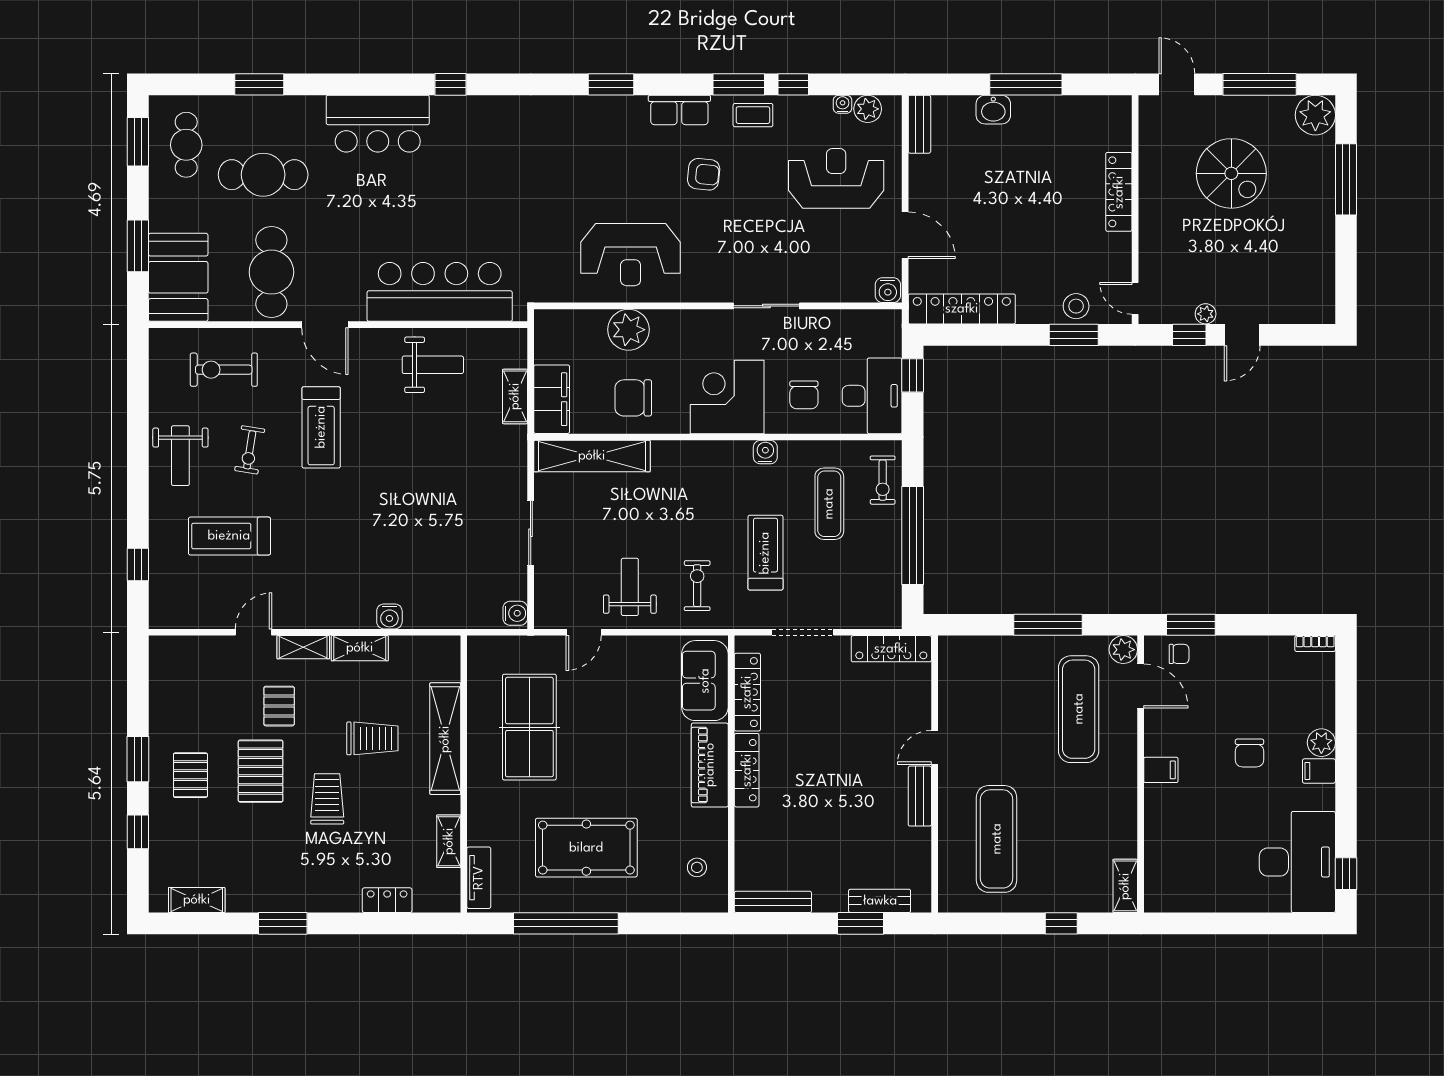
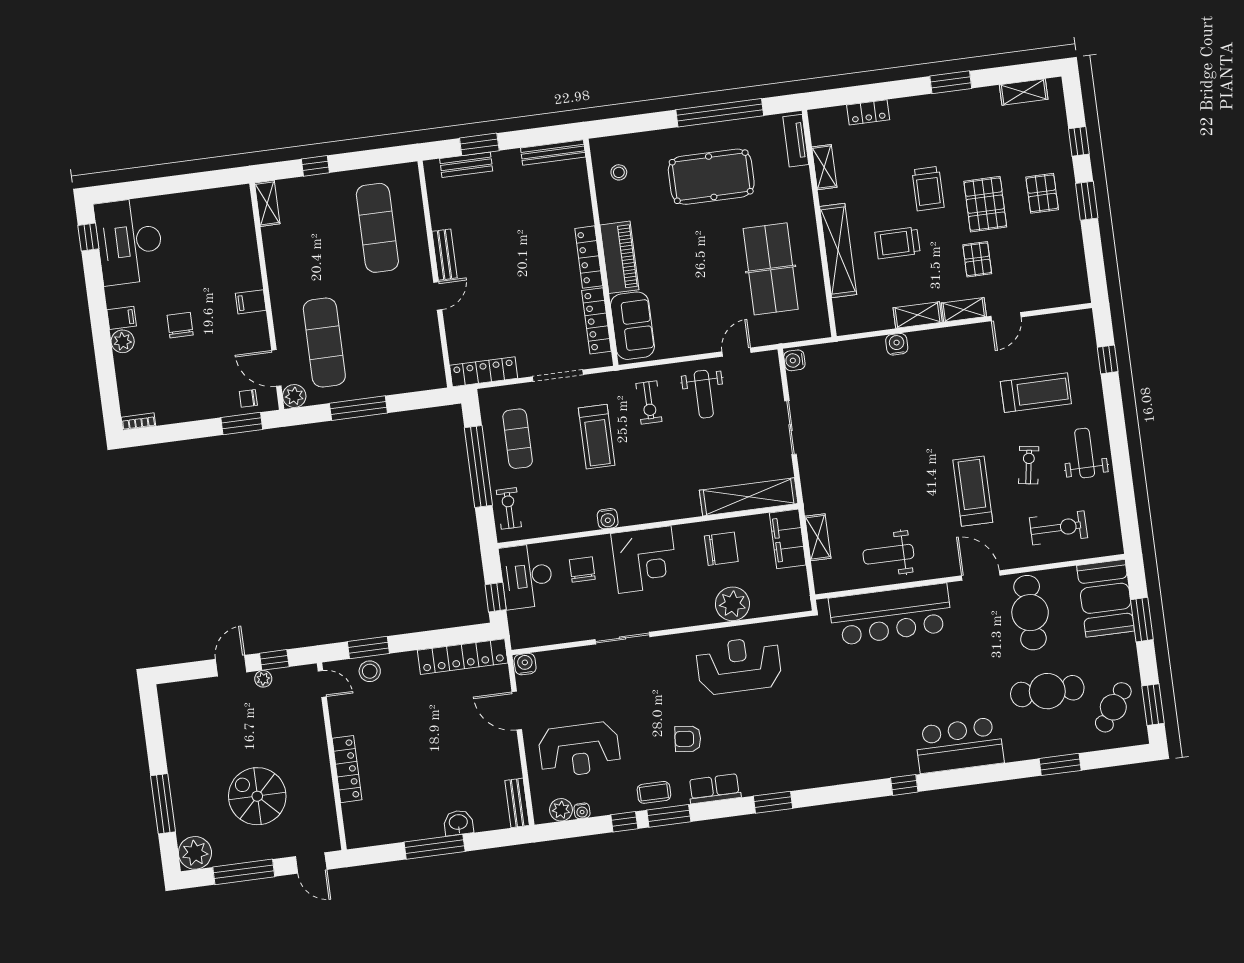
cafe table: (186, 145) -> (1113, 707), turned 36
exercise mat: (829, 504) -> (518, 439), moved

